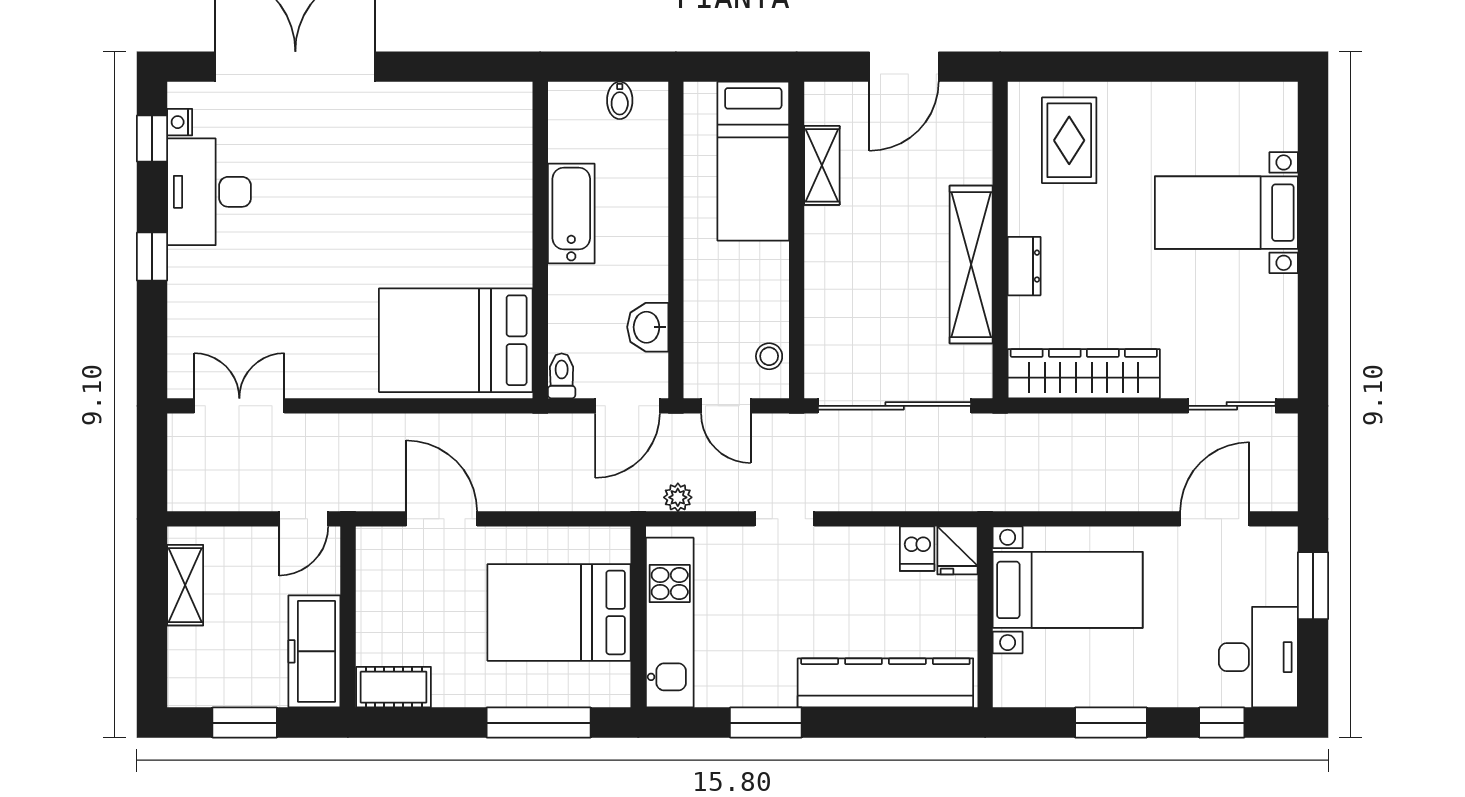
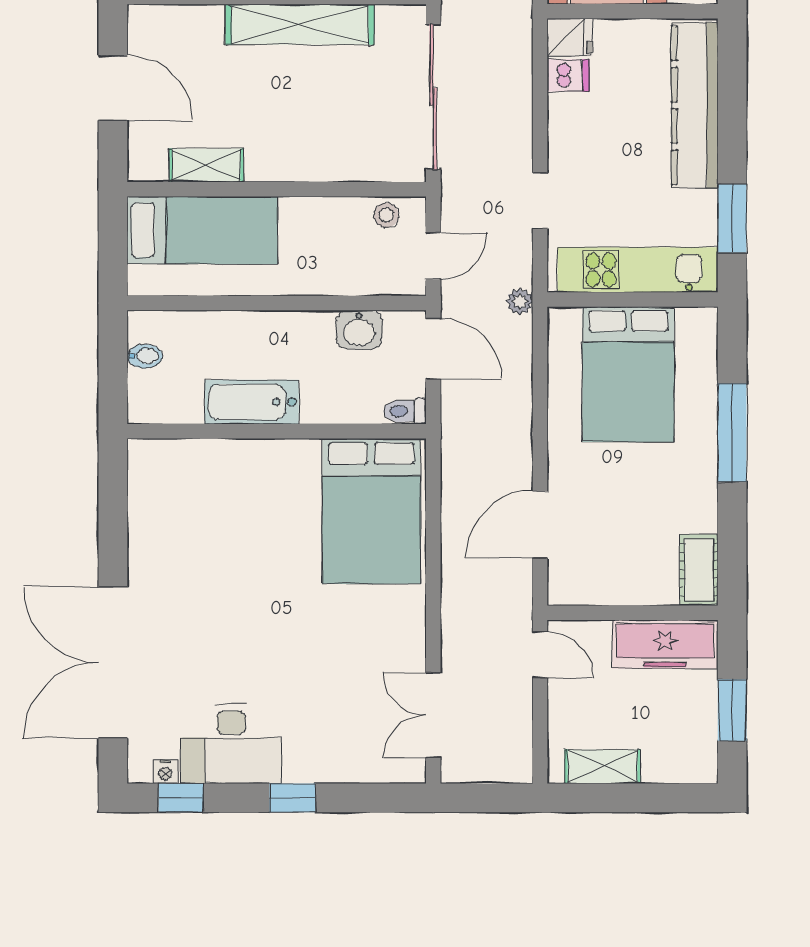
bed: (559, 612) -> (628, 374), moved
wall: (638, 617) -> (633, 300), moved
kitchen unit: (670, 623) -> (638, 270), moved

